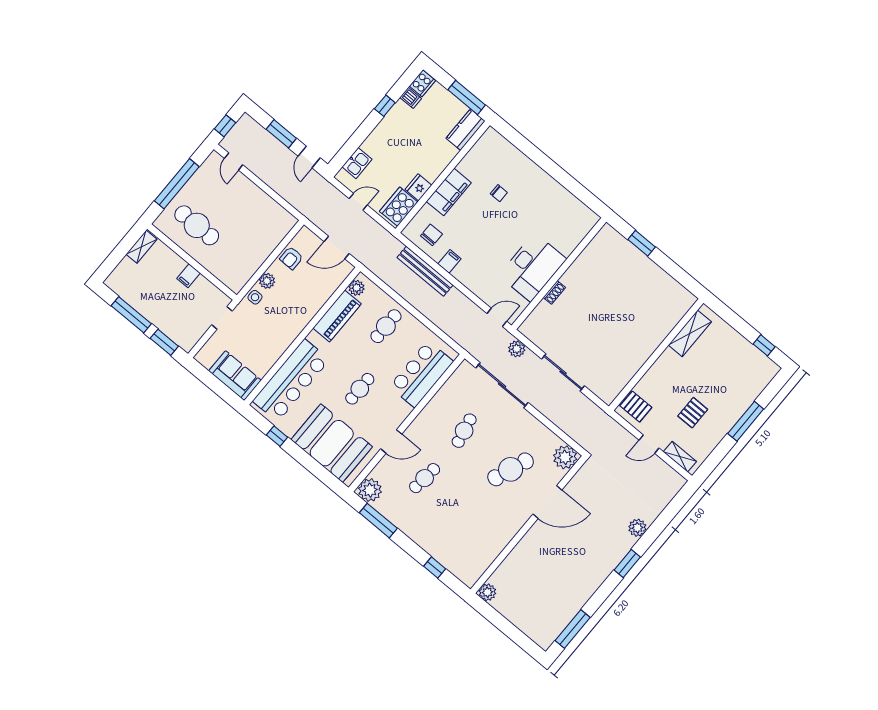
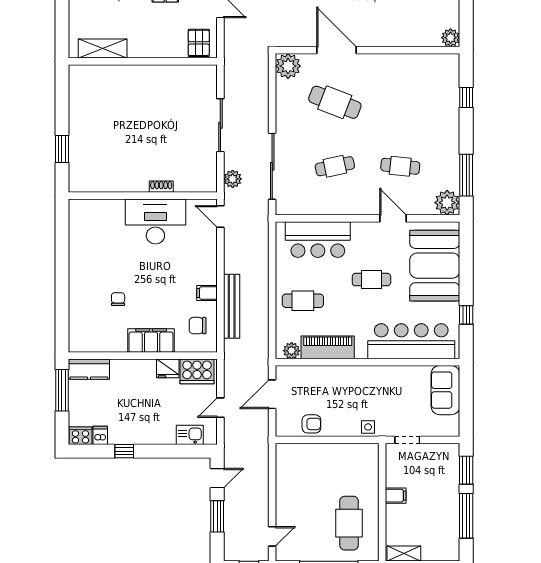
door: (358, 202) -> (220, 408), hinge flipped
door: (337, 247) -> (272, 394), swing flipped
plant: (267, 281) -> (347, 428), removed

